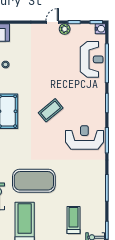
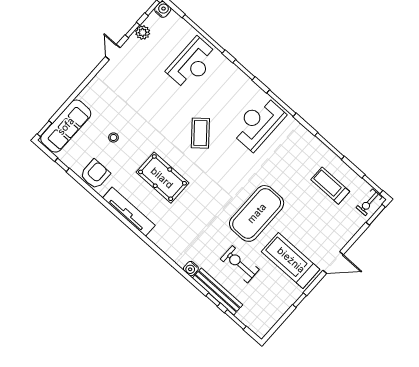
plant: (65, 29) -> (143, 32), moved
reception desk: (92, 59) -> (192, 63), moved, turned 90
treadmill: (73, 220) -> (330, 186), moved

